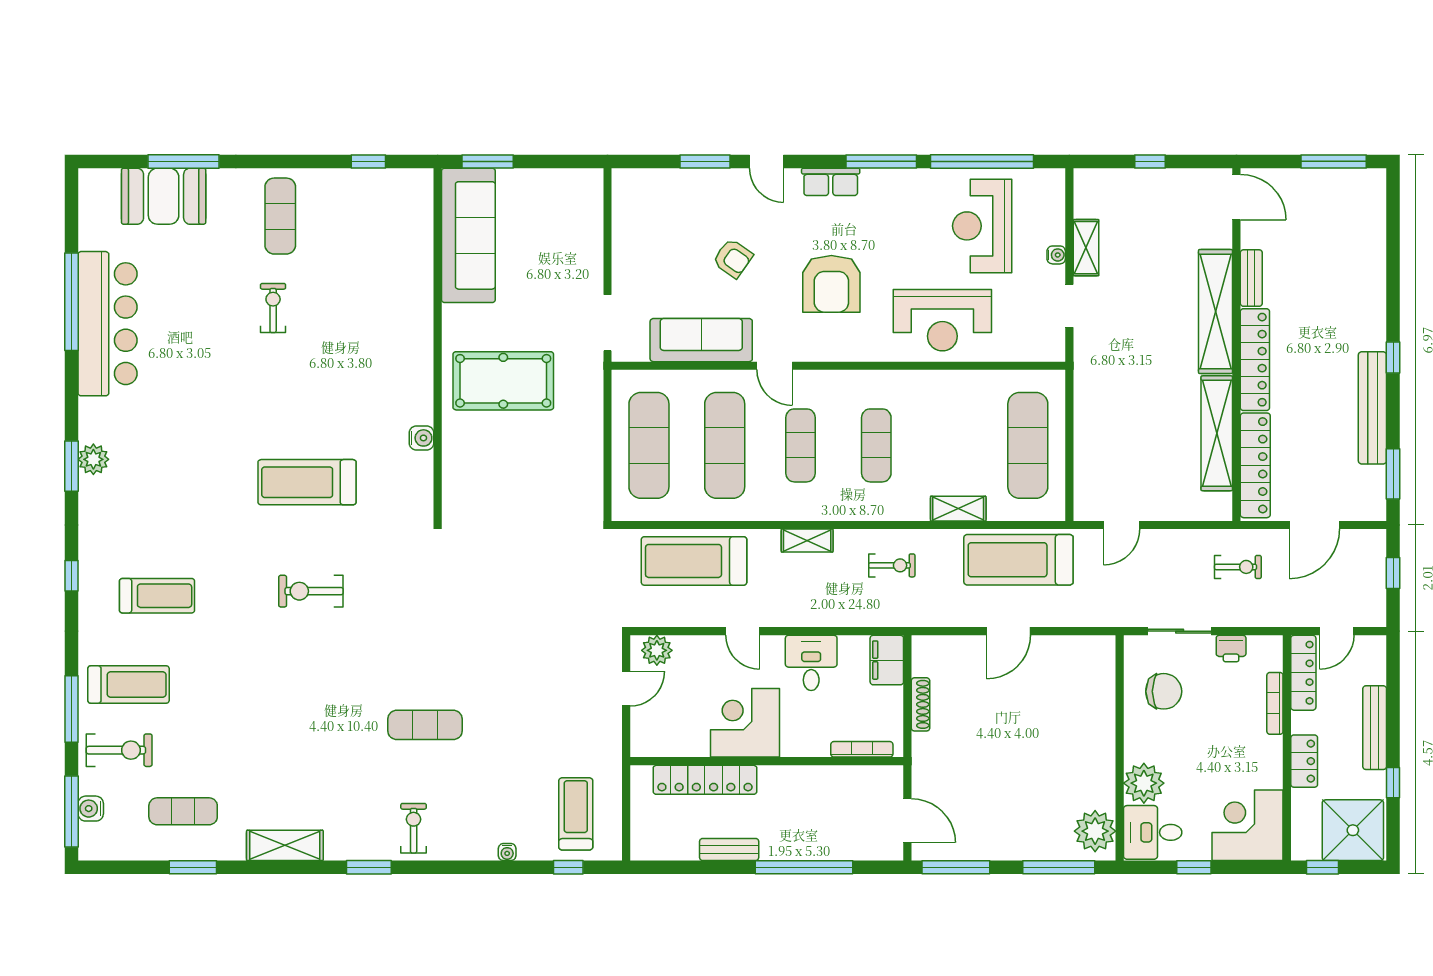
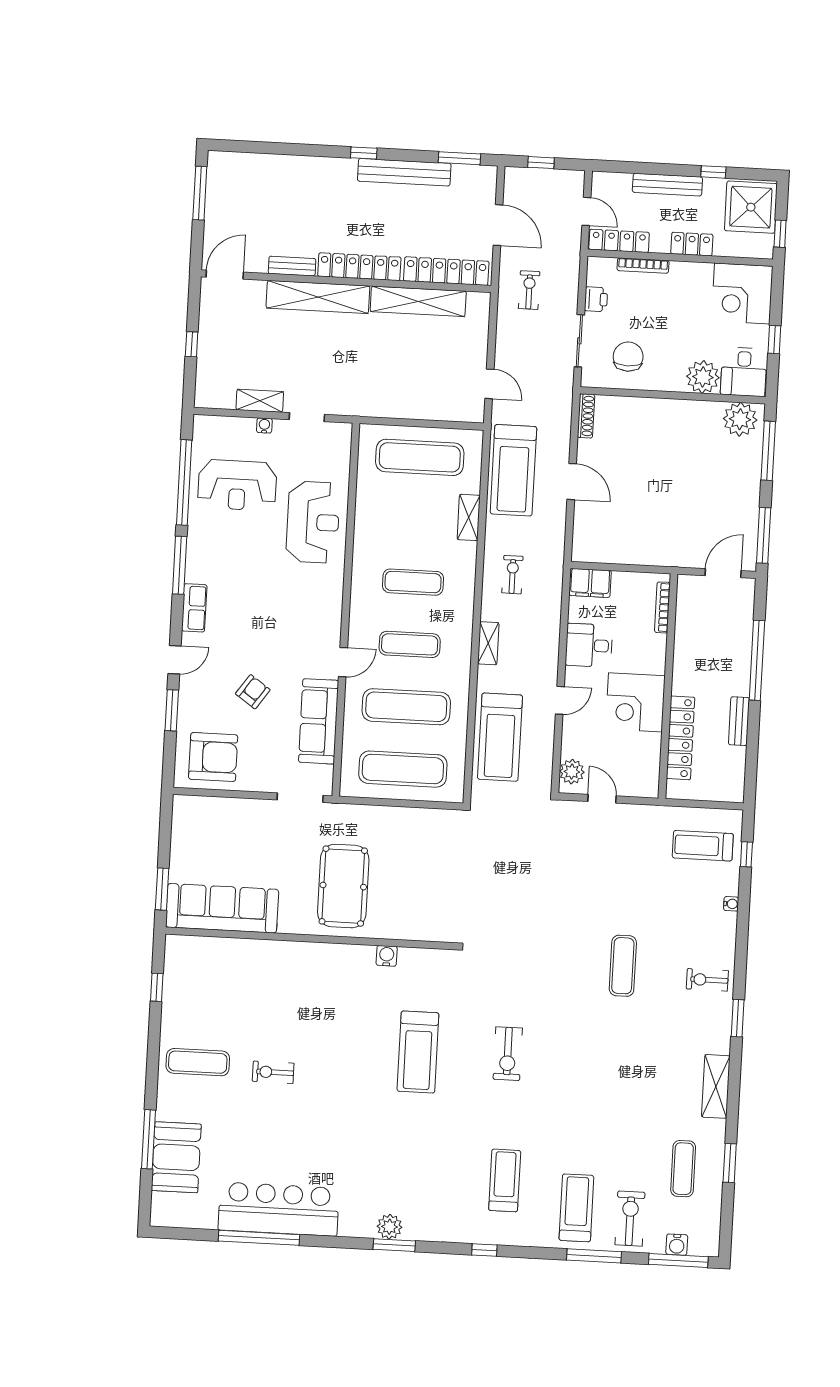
armchair: (831, 284) -> (213, 757), moved
shoe rack: (920, 704) -> (586, 416), moved, turned 90

